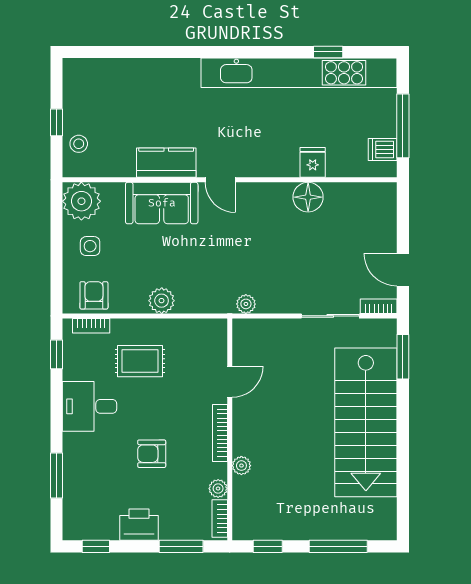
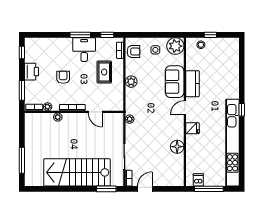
window: (328, 52) -> (242, 110), moved
fridge: (313, 162) -> (193, 128), moved
window: (56, 476) -> (80, 35), moved
window: (268, 546) -> (22, 129), removed

